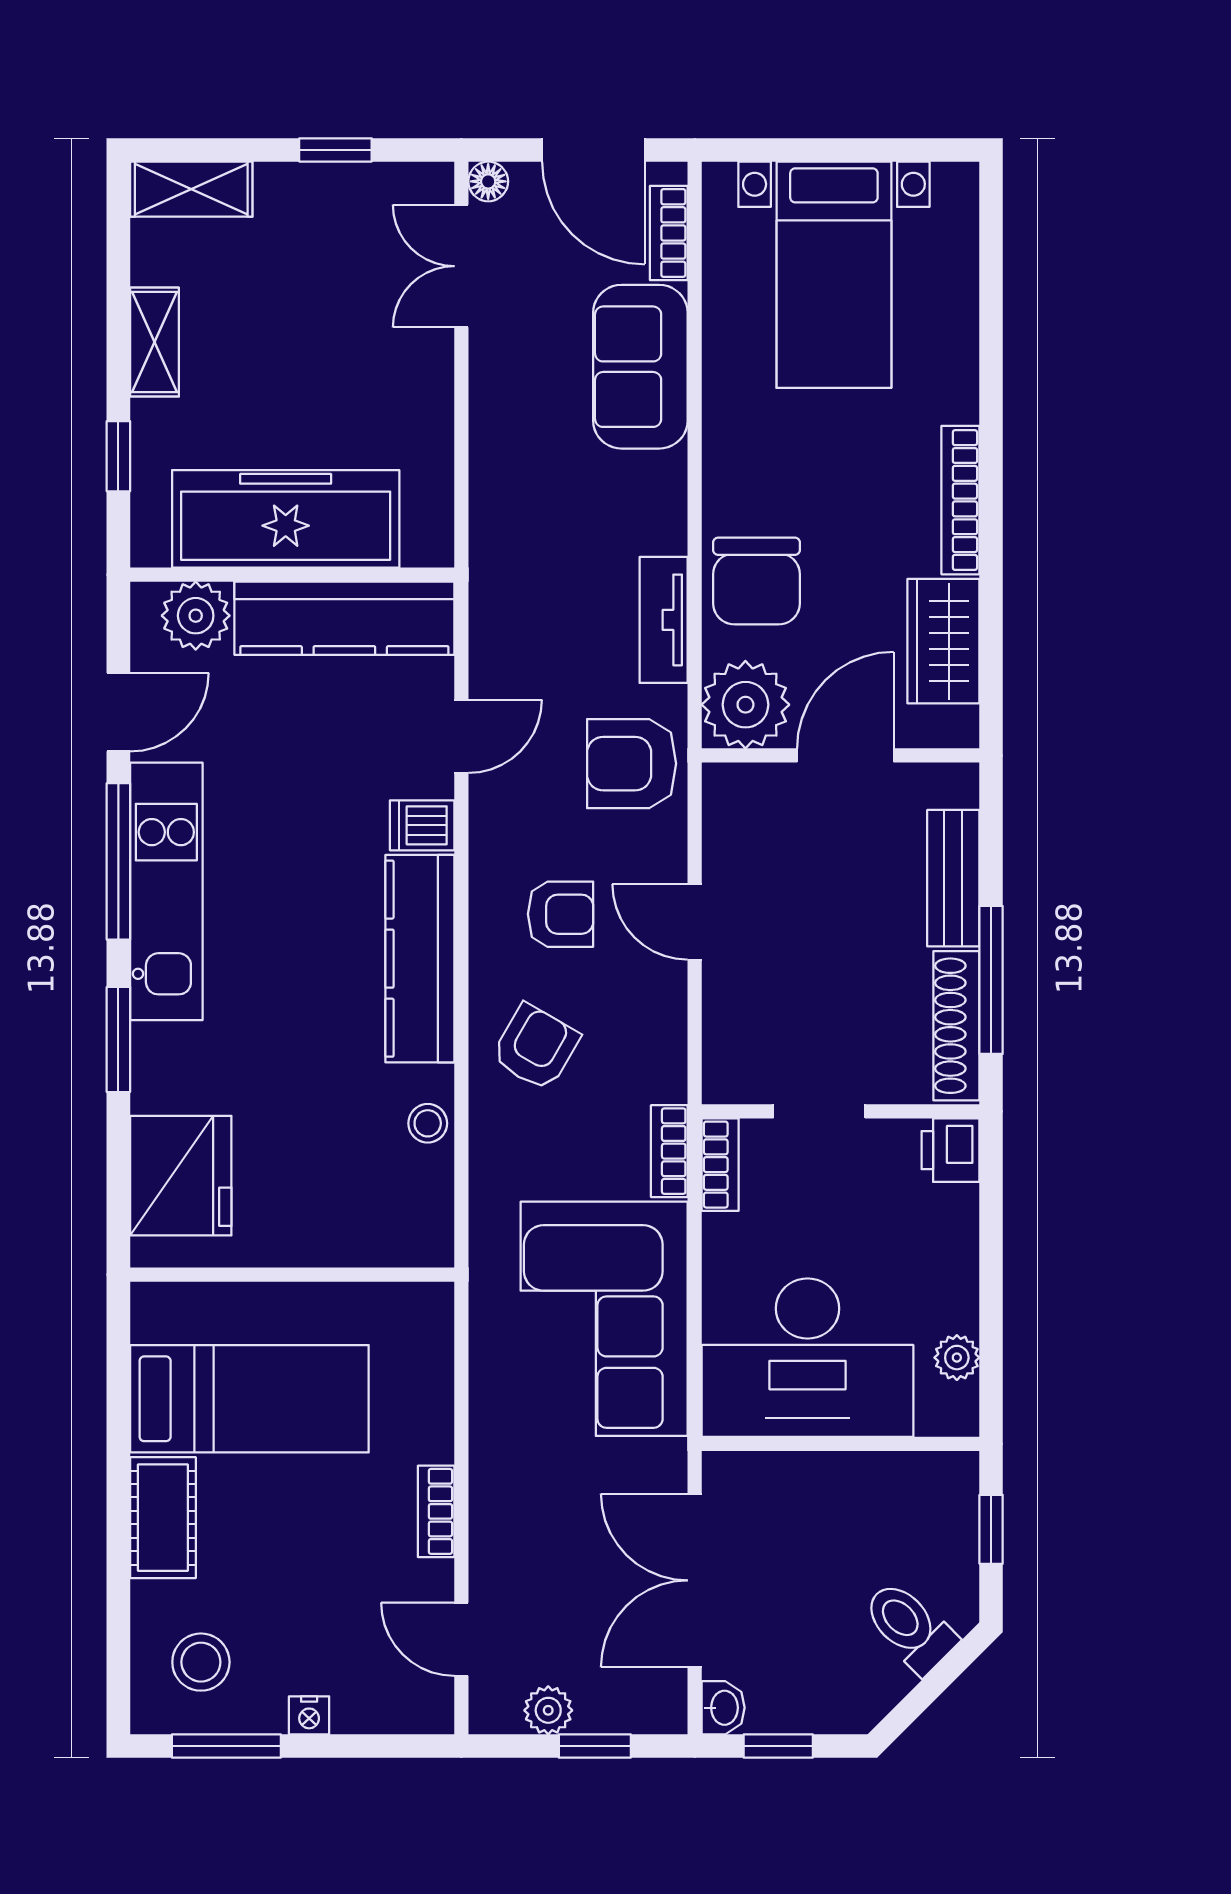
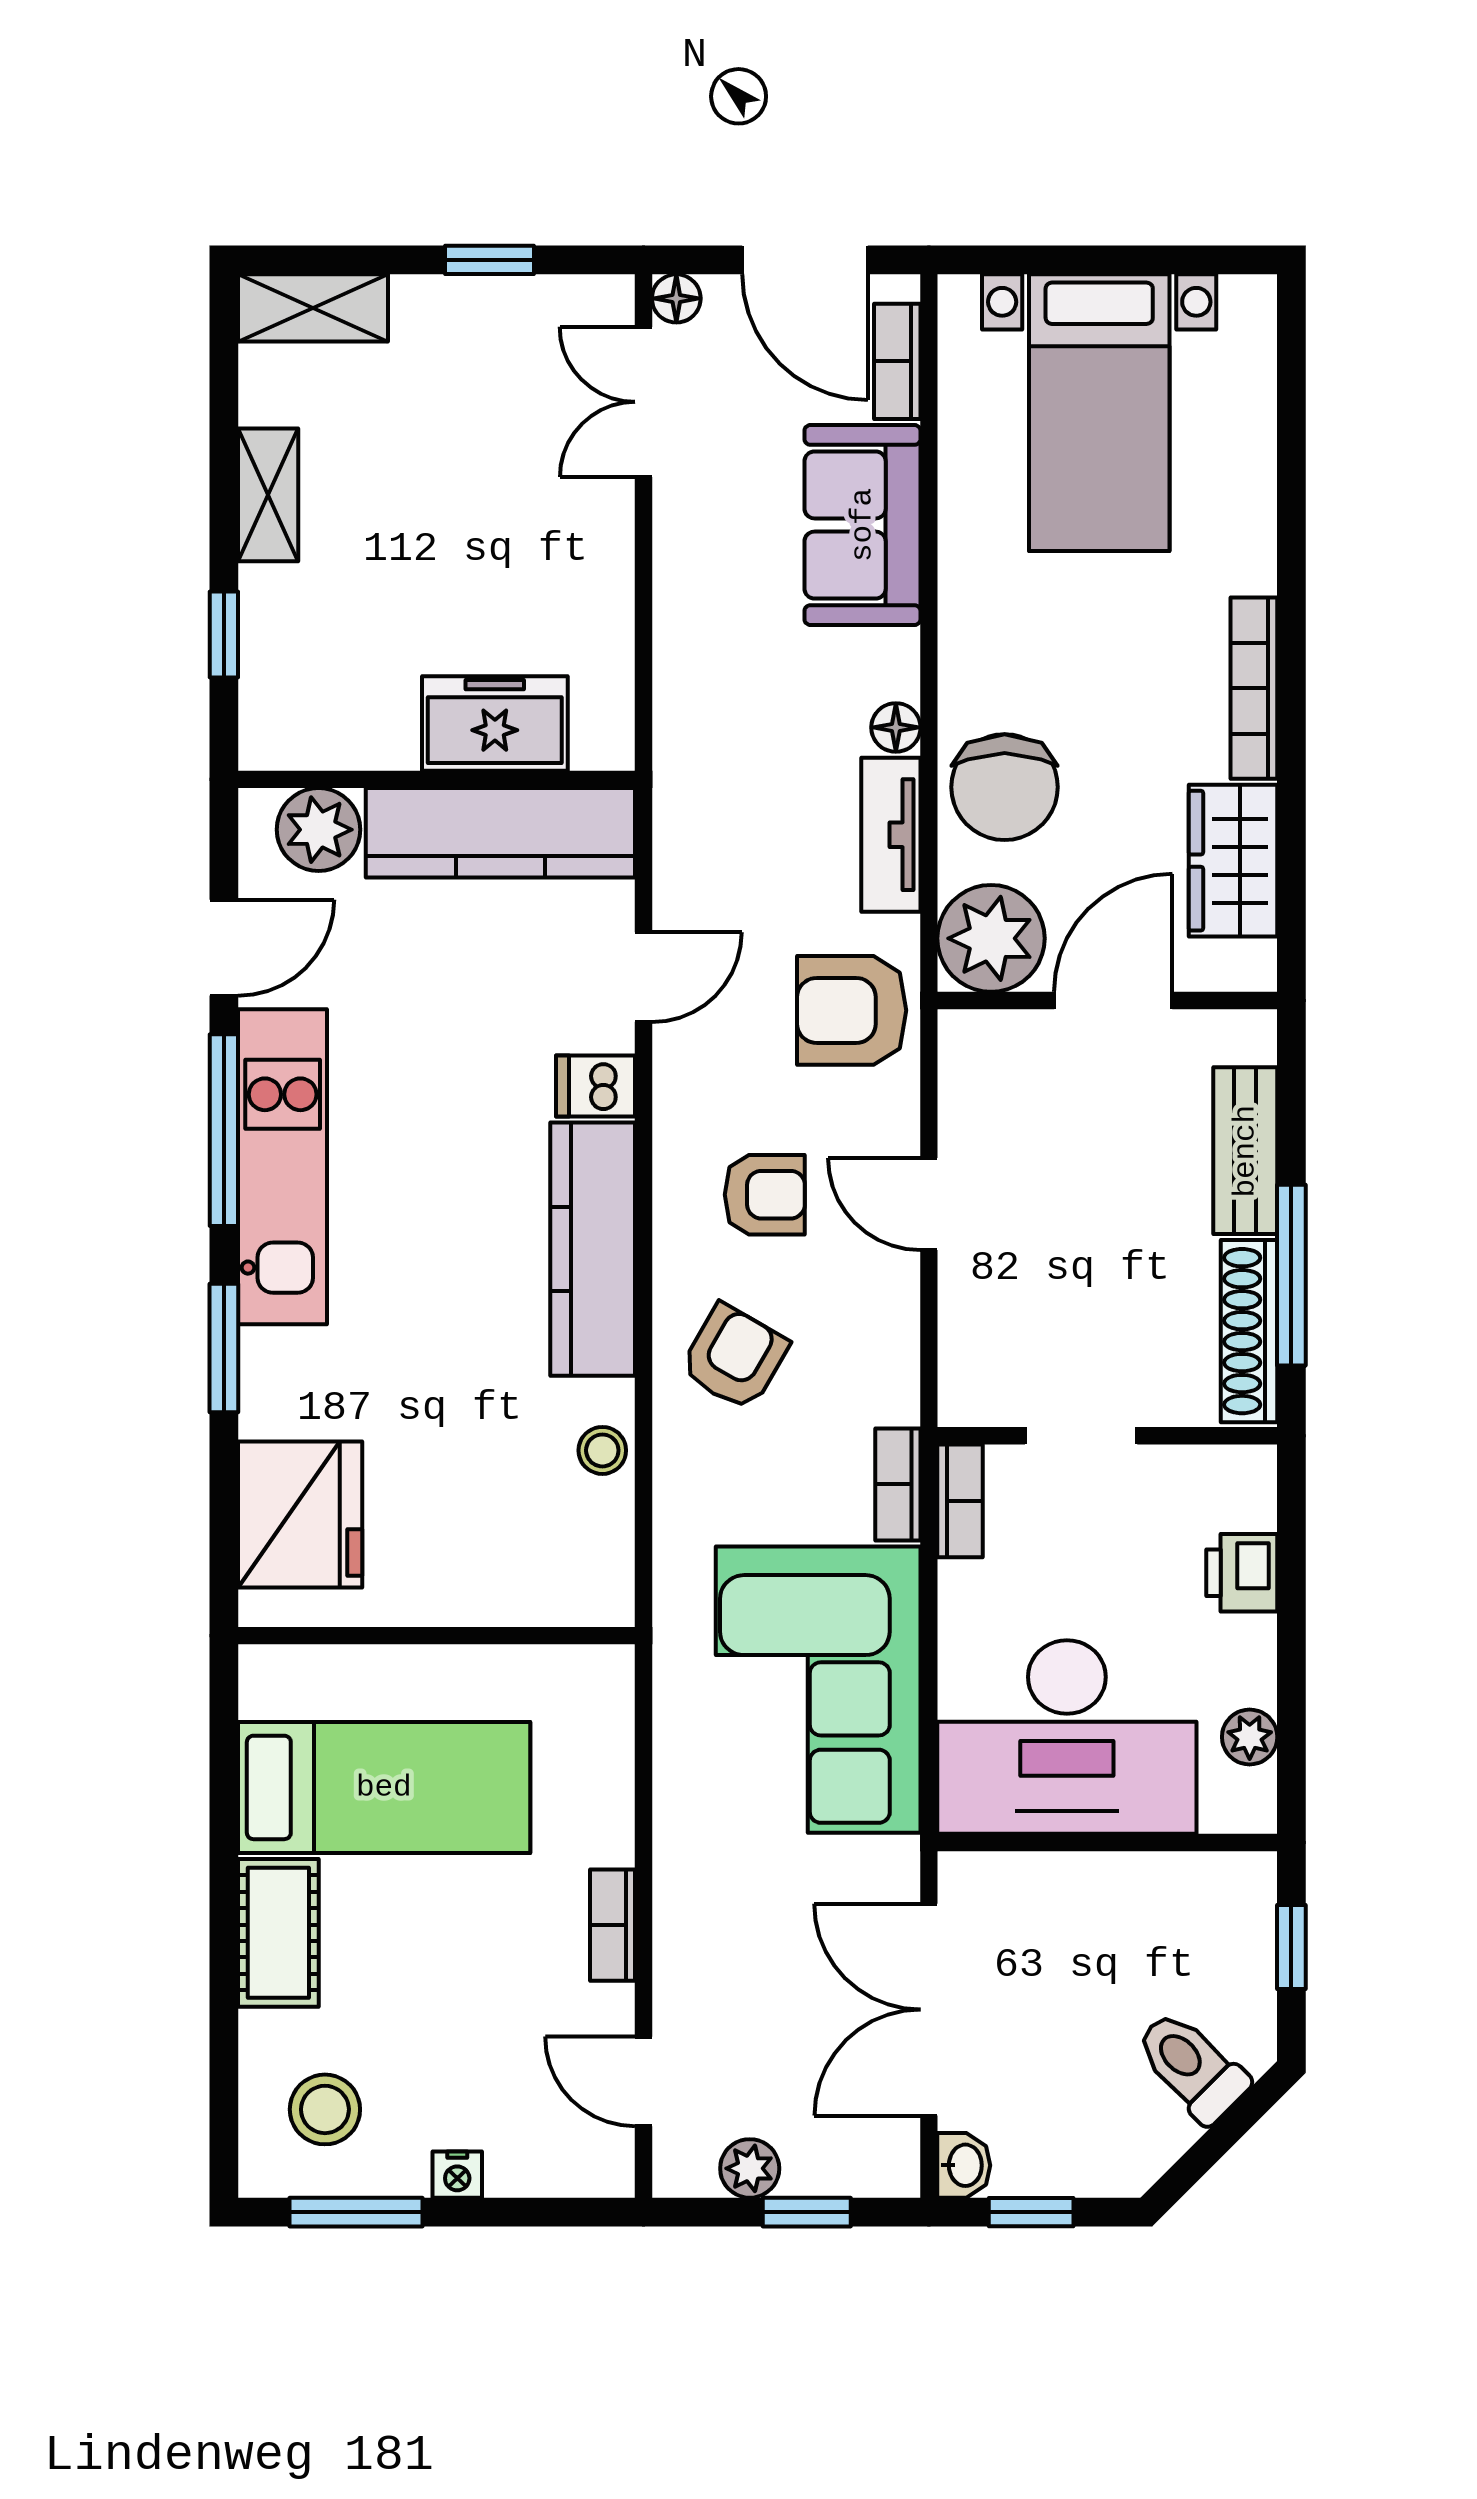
freezer: (286, 519) -> (495, 723), width x0.52, depth x0.79
floor lamp: (668, 532) -> (896, 727), added
printer: (950, 1150) -> (1242, 1573), moved

